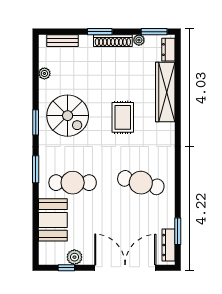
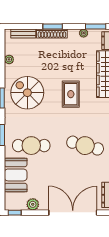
shoe rack: (113, 41) -> (52, 33), moved
spiral stairs: (68, 116) -> (27, 93), turned 180
window: (66, 268) -> (15, 213), moved

